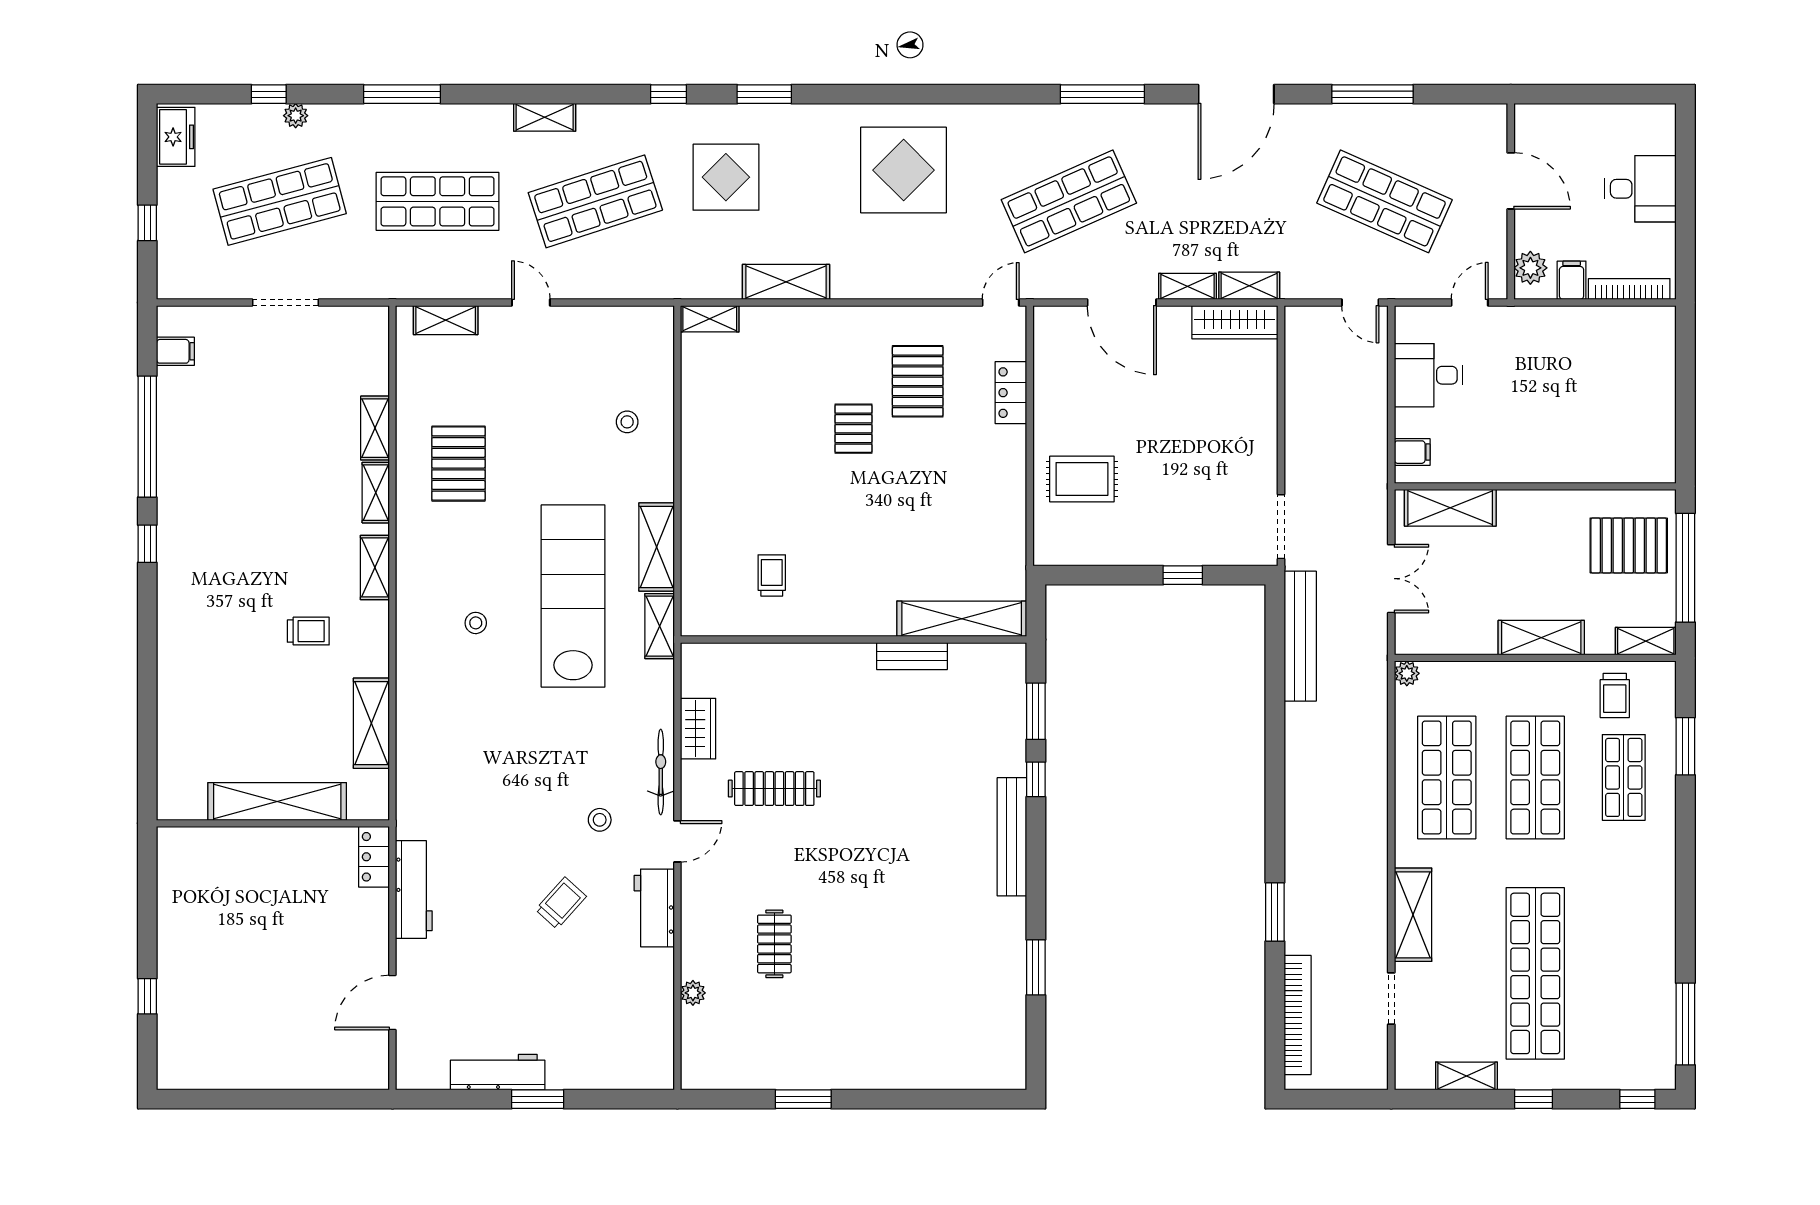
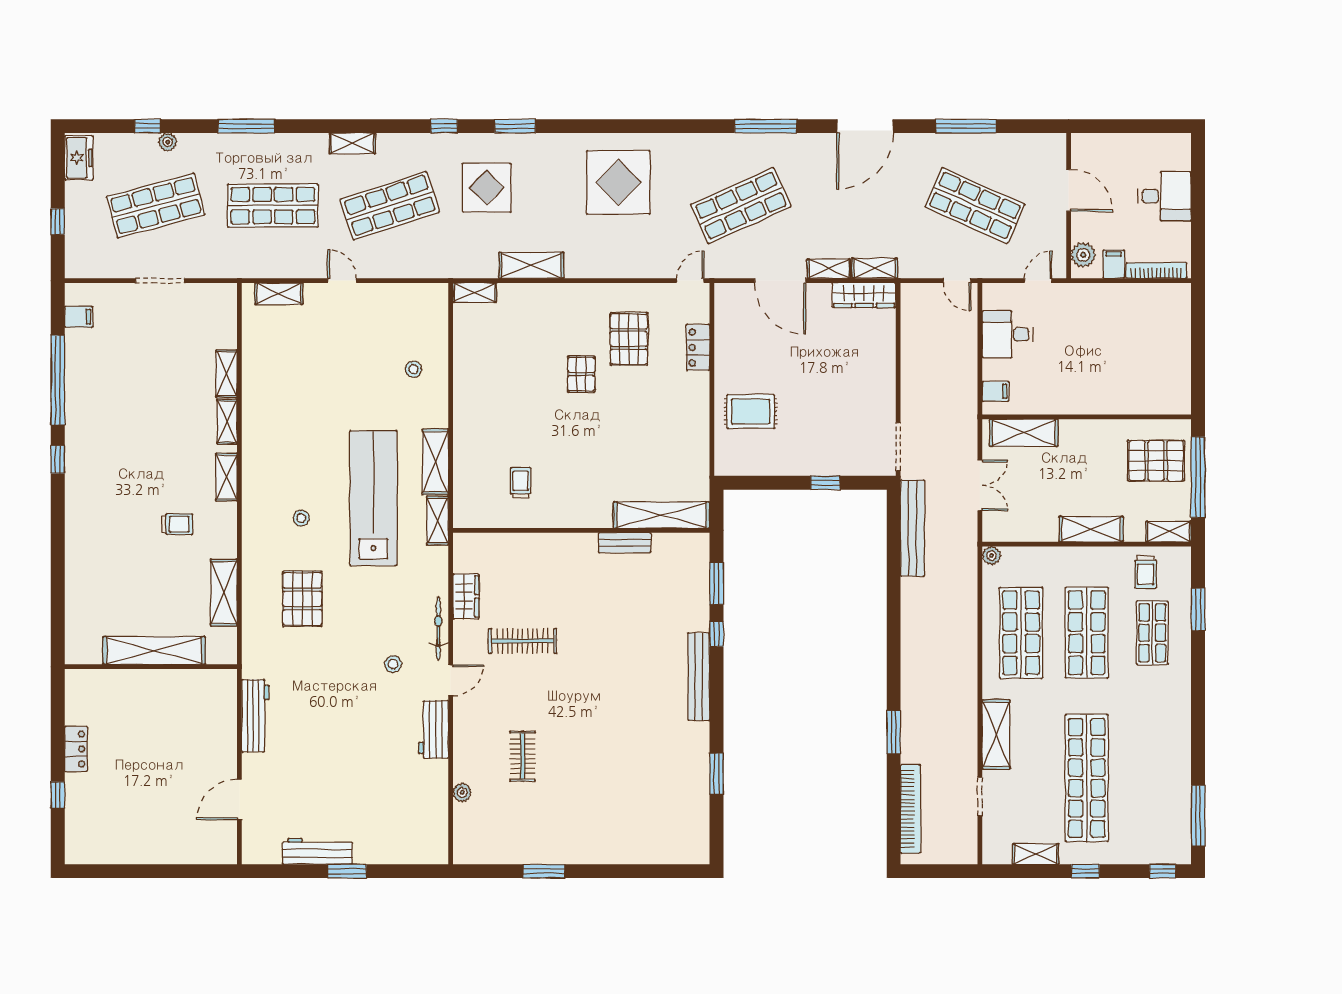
pallet: (458, 464) -> (302, 599), moved
locker: (374, 857) -> (76, 749), moved, turned 180
trolley: (561, 903) -> (364, 726), removed

